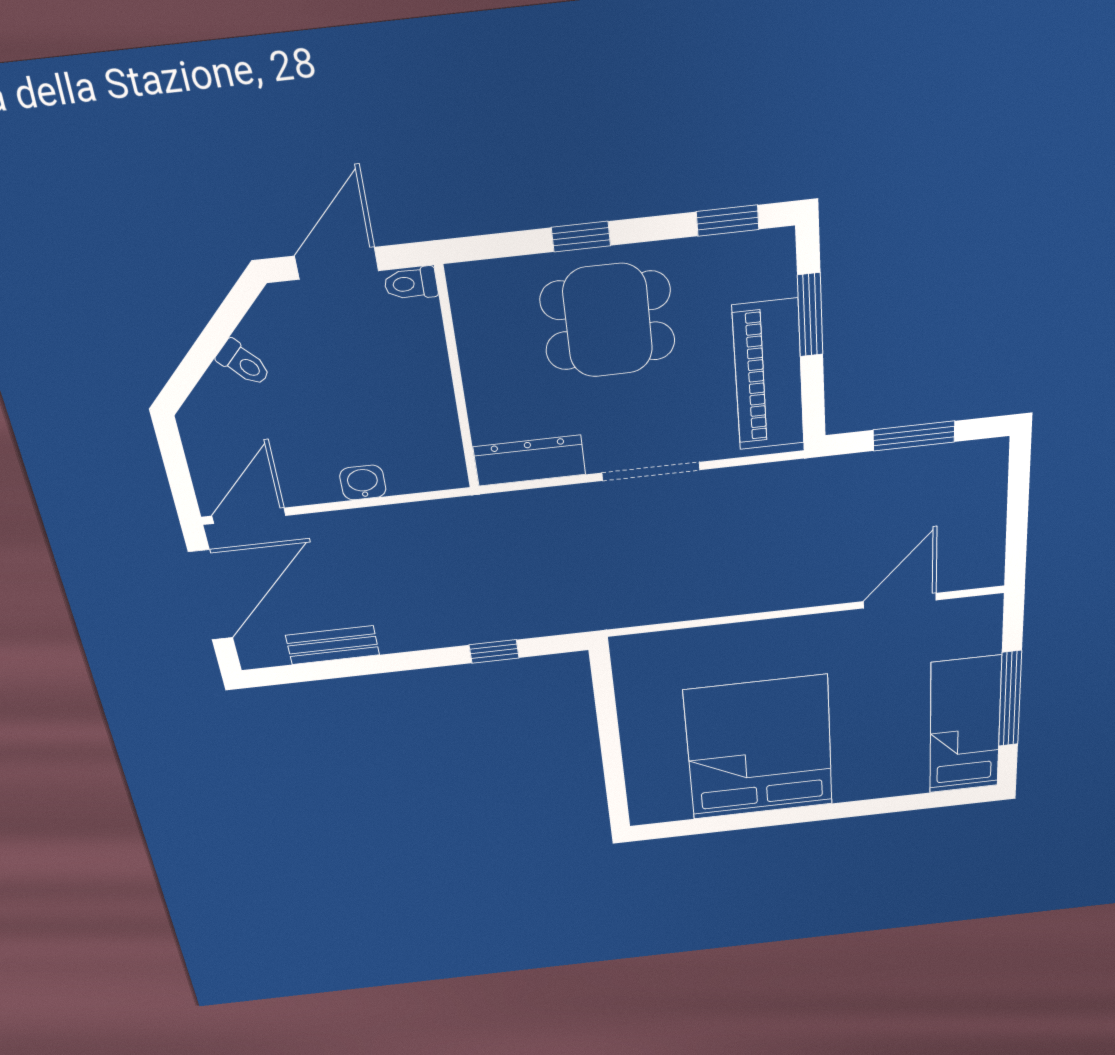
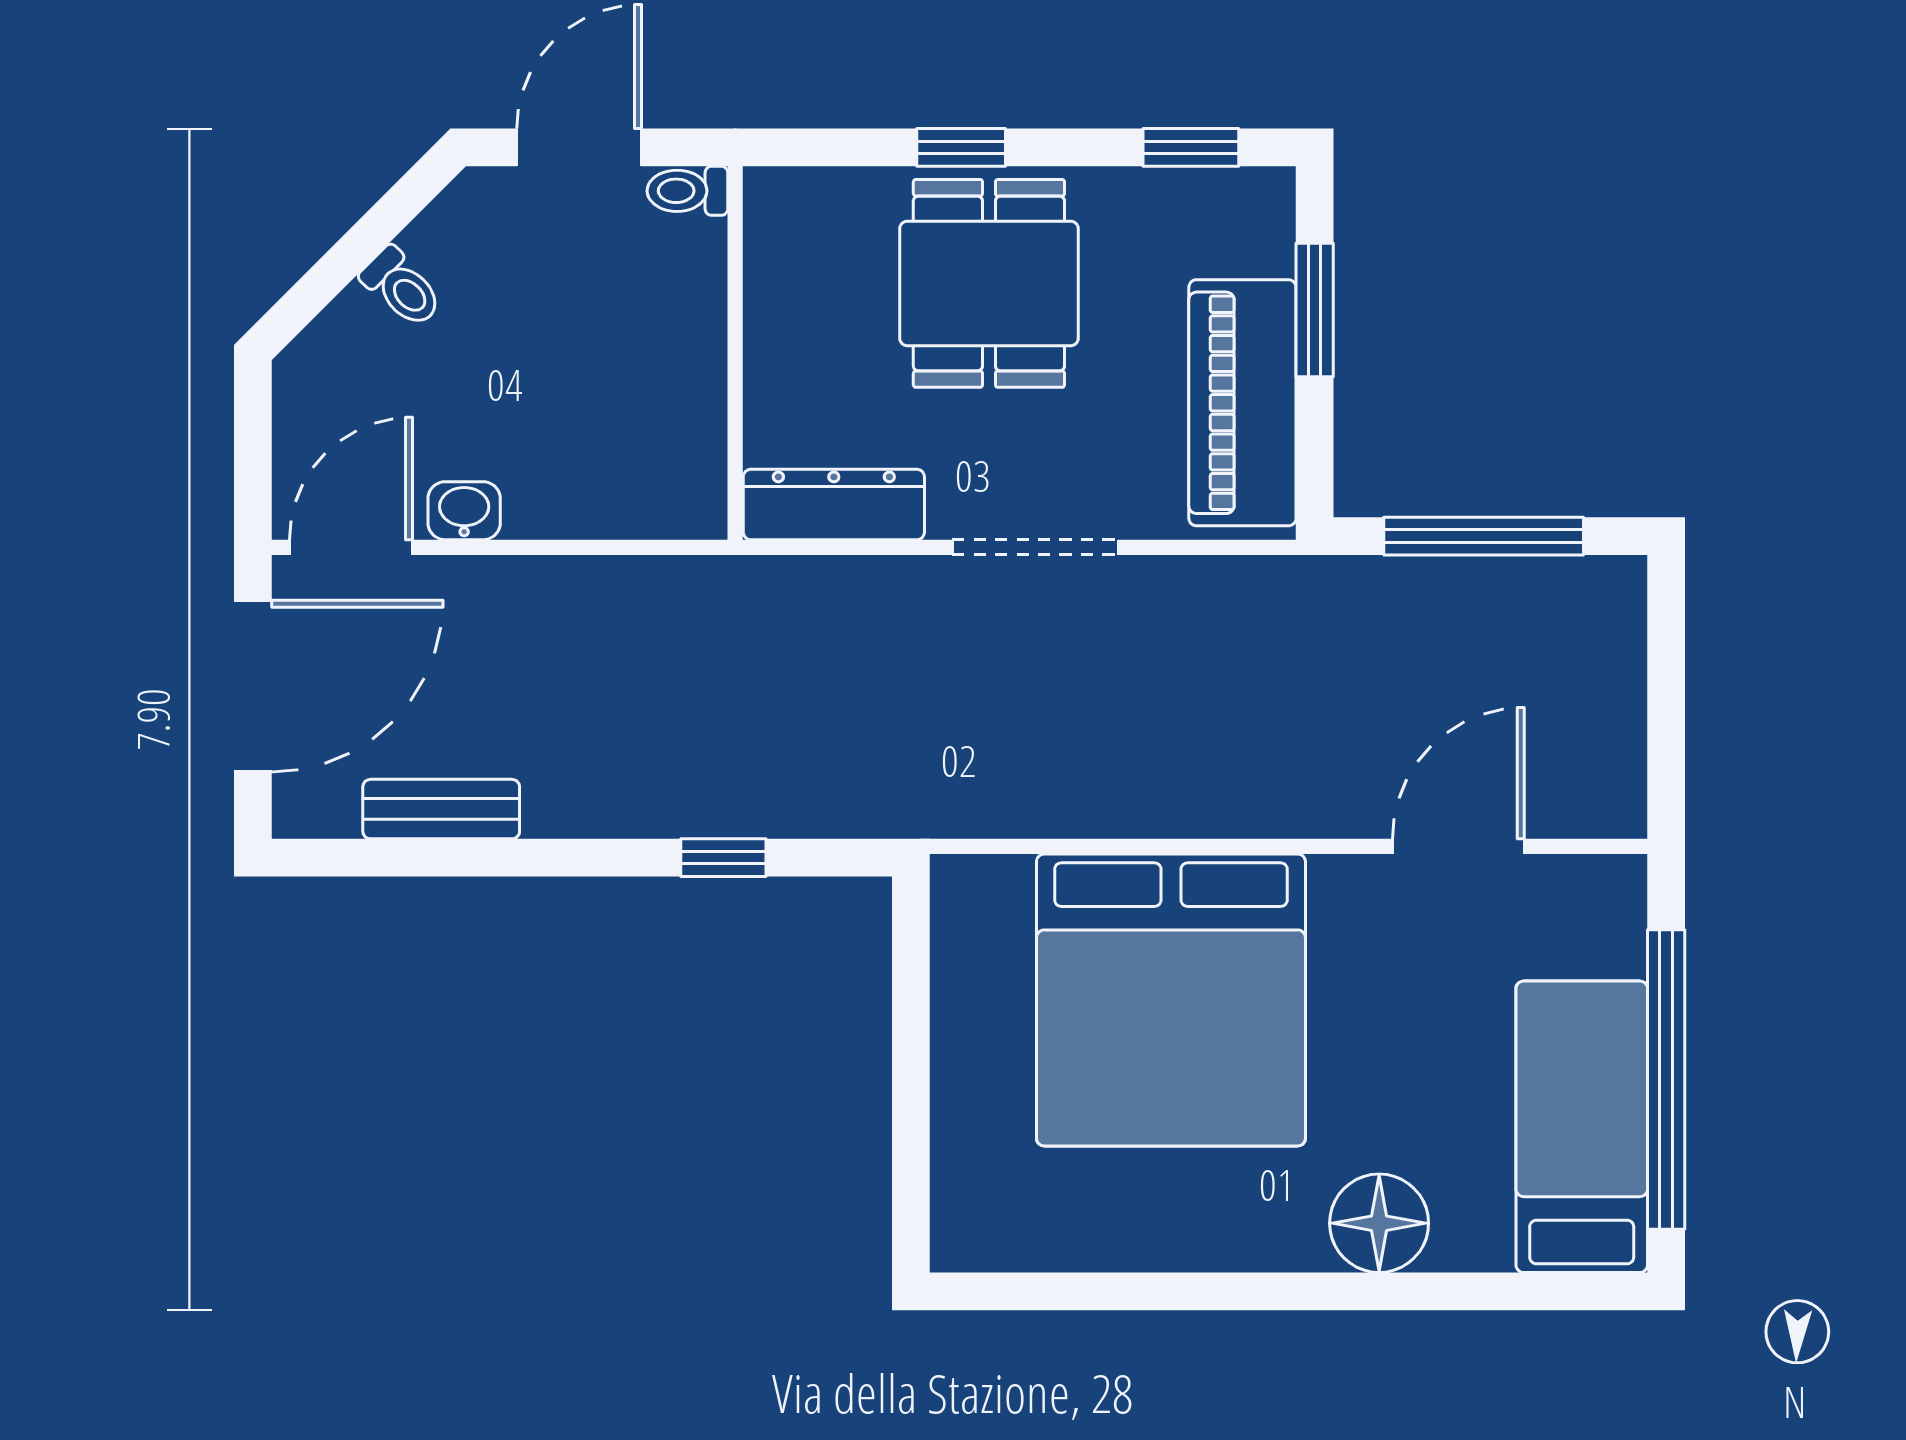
dining table: (608, 321) -> (989, 283), turned 90
window: (914, 436) -> (1484, 536), width x1.44
washbasin: (363, 483) -> (464, 511), moved
window: (1010, 699) -> (1666, 1079), width x1.46
bed: (759, 748) -> (1171, 1000), moved, turned 180
floor lamp: (860, 779) -> (1379, 1223), added

